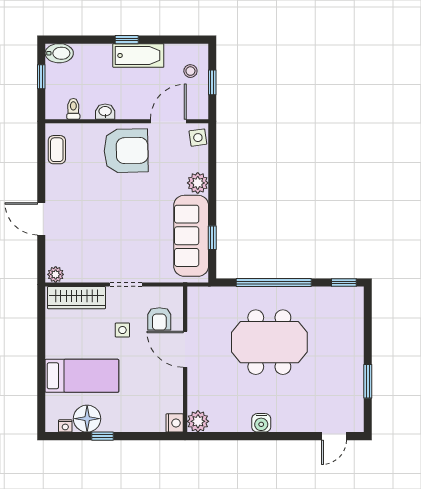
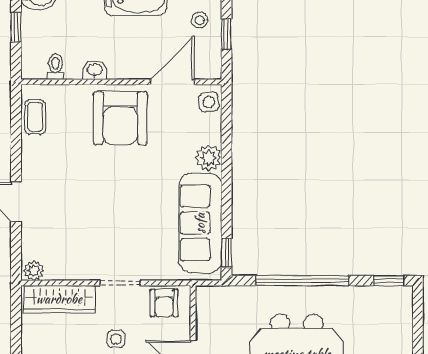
armchair: (126, 151) -> (120, 118), turned 91
window: (212, 238) -> (227, 253), moved
armchair: (159, 319) -> (164, 303), moved

